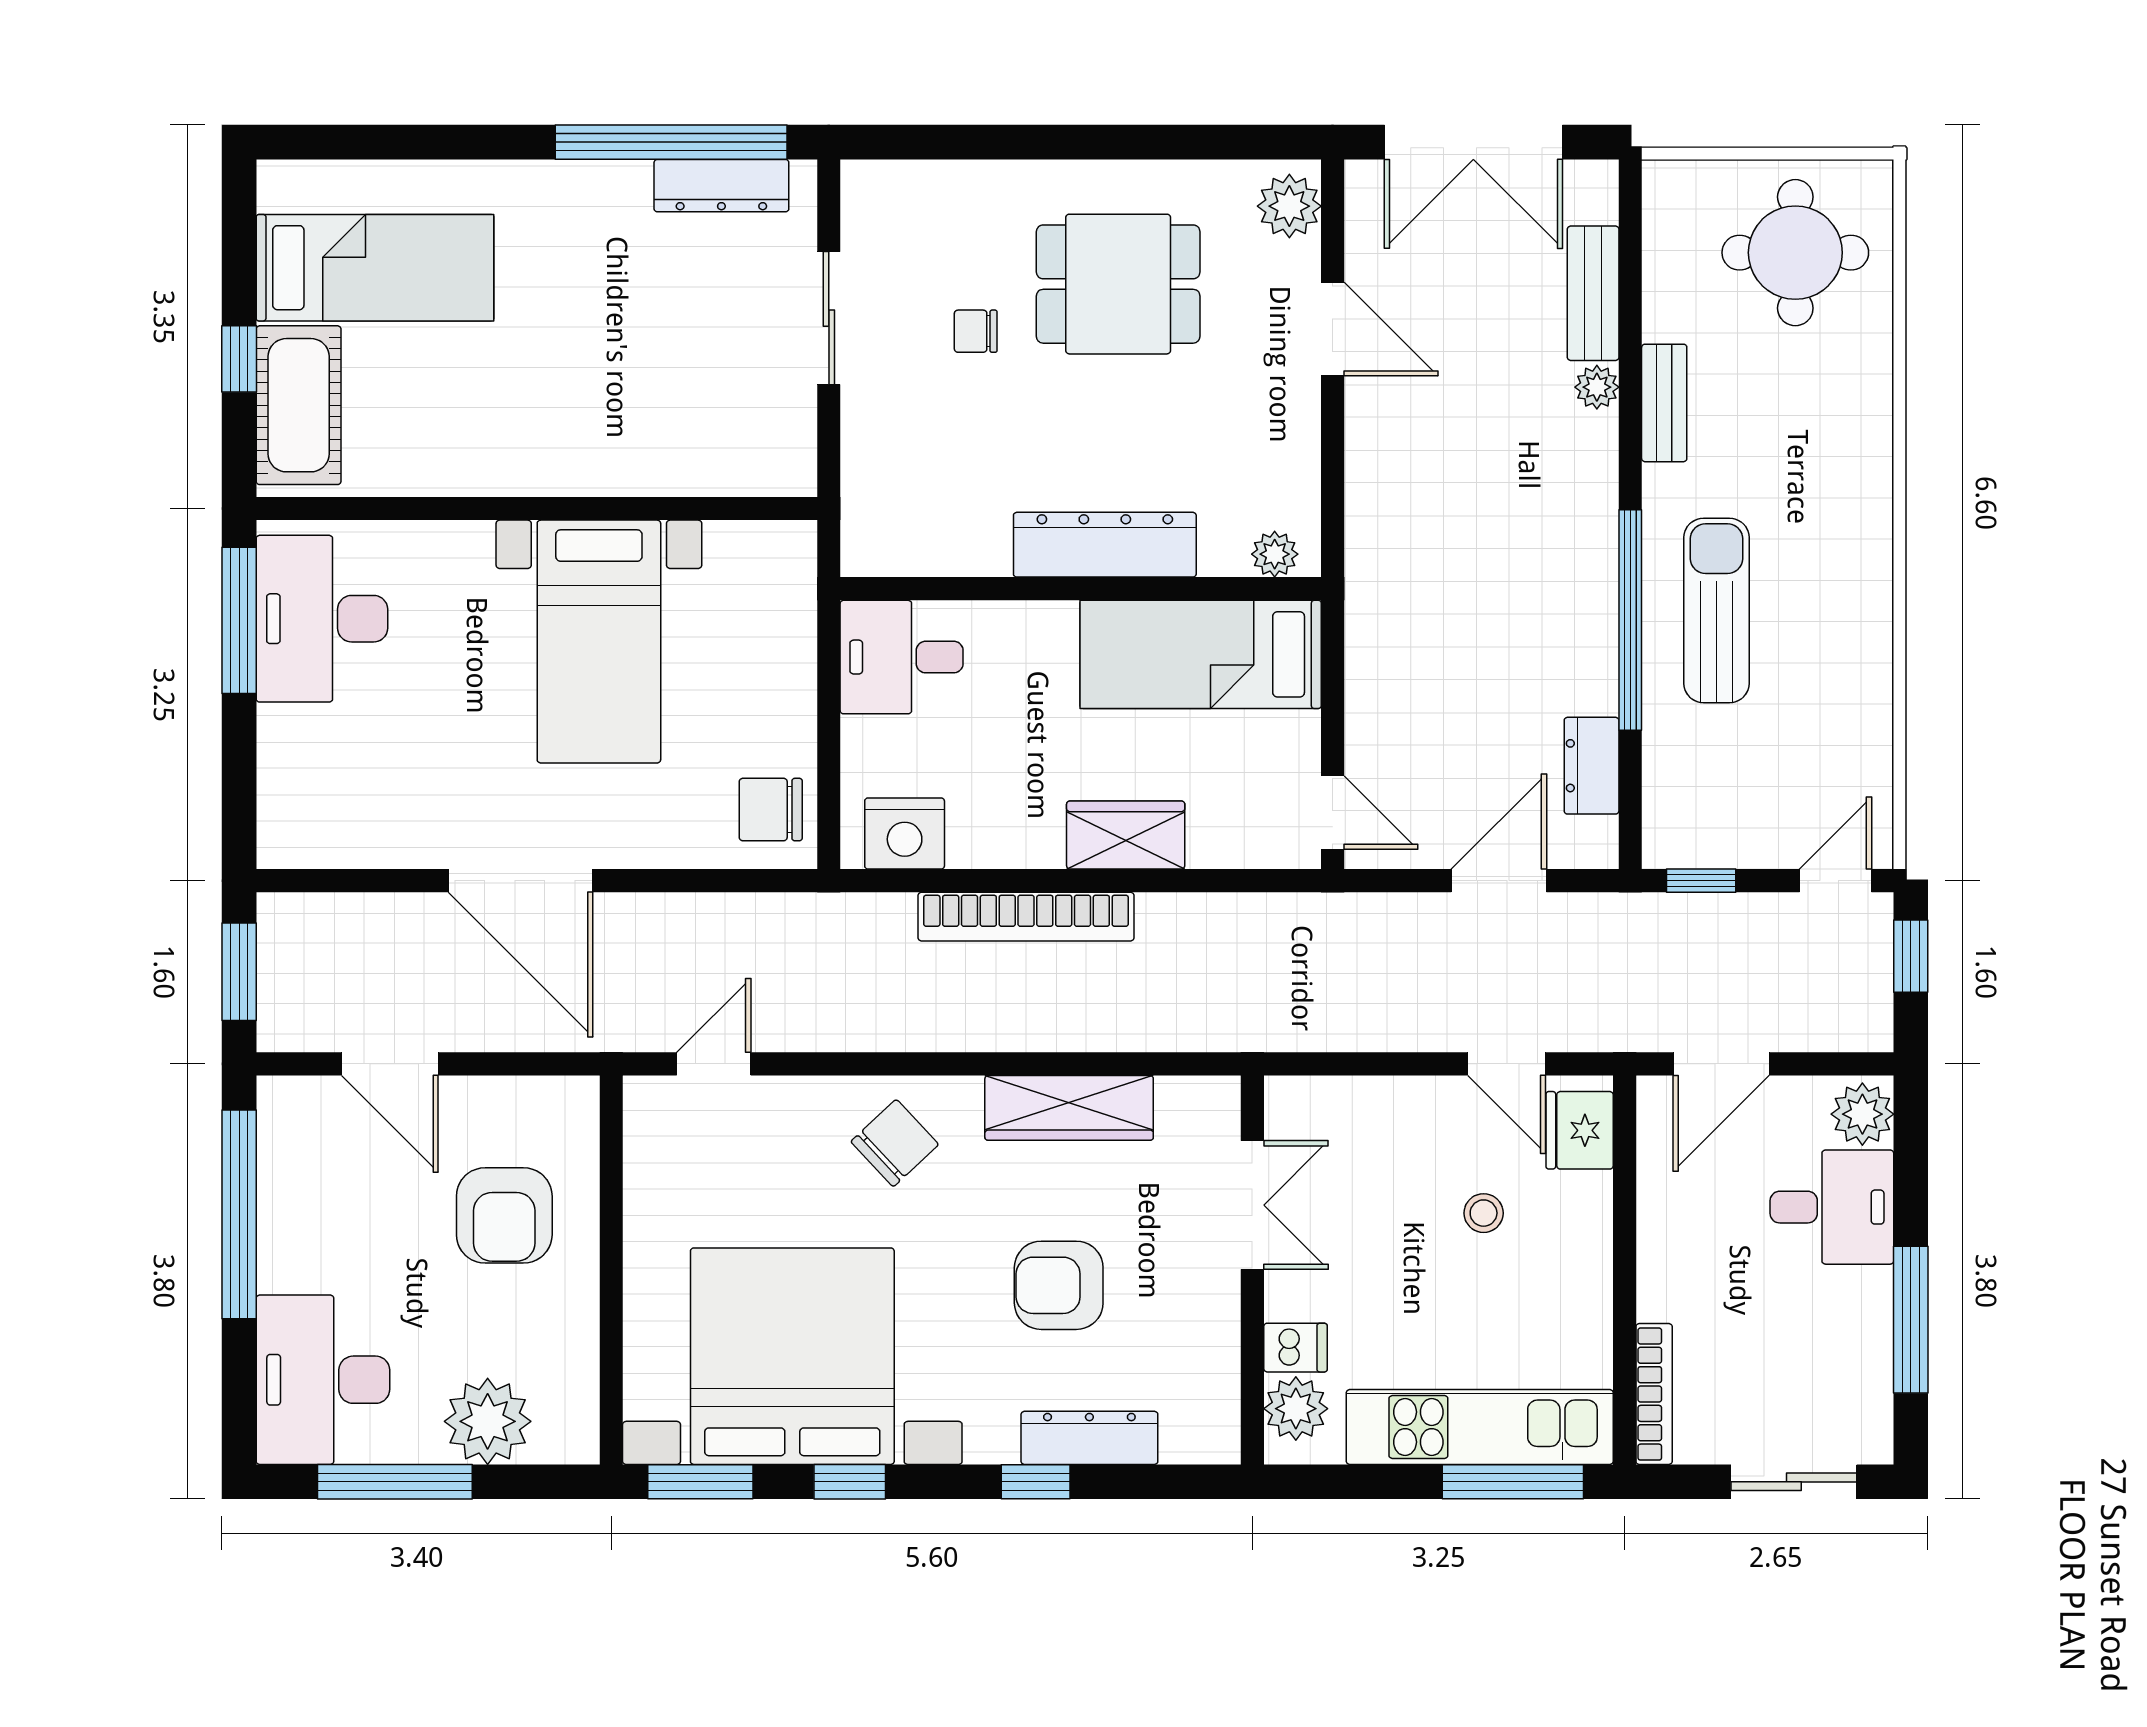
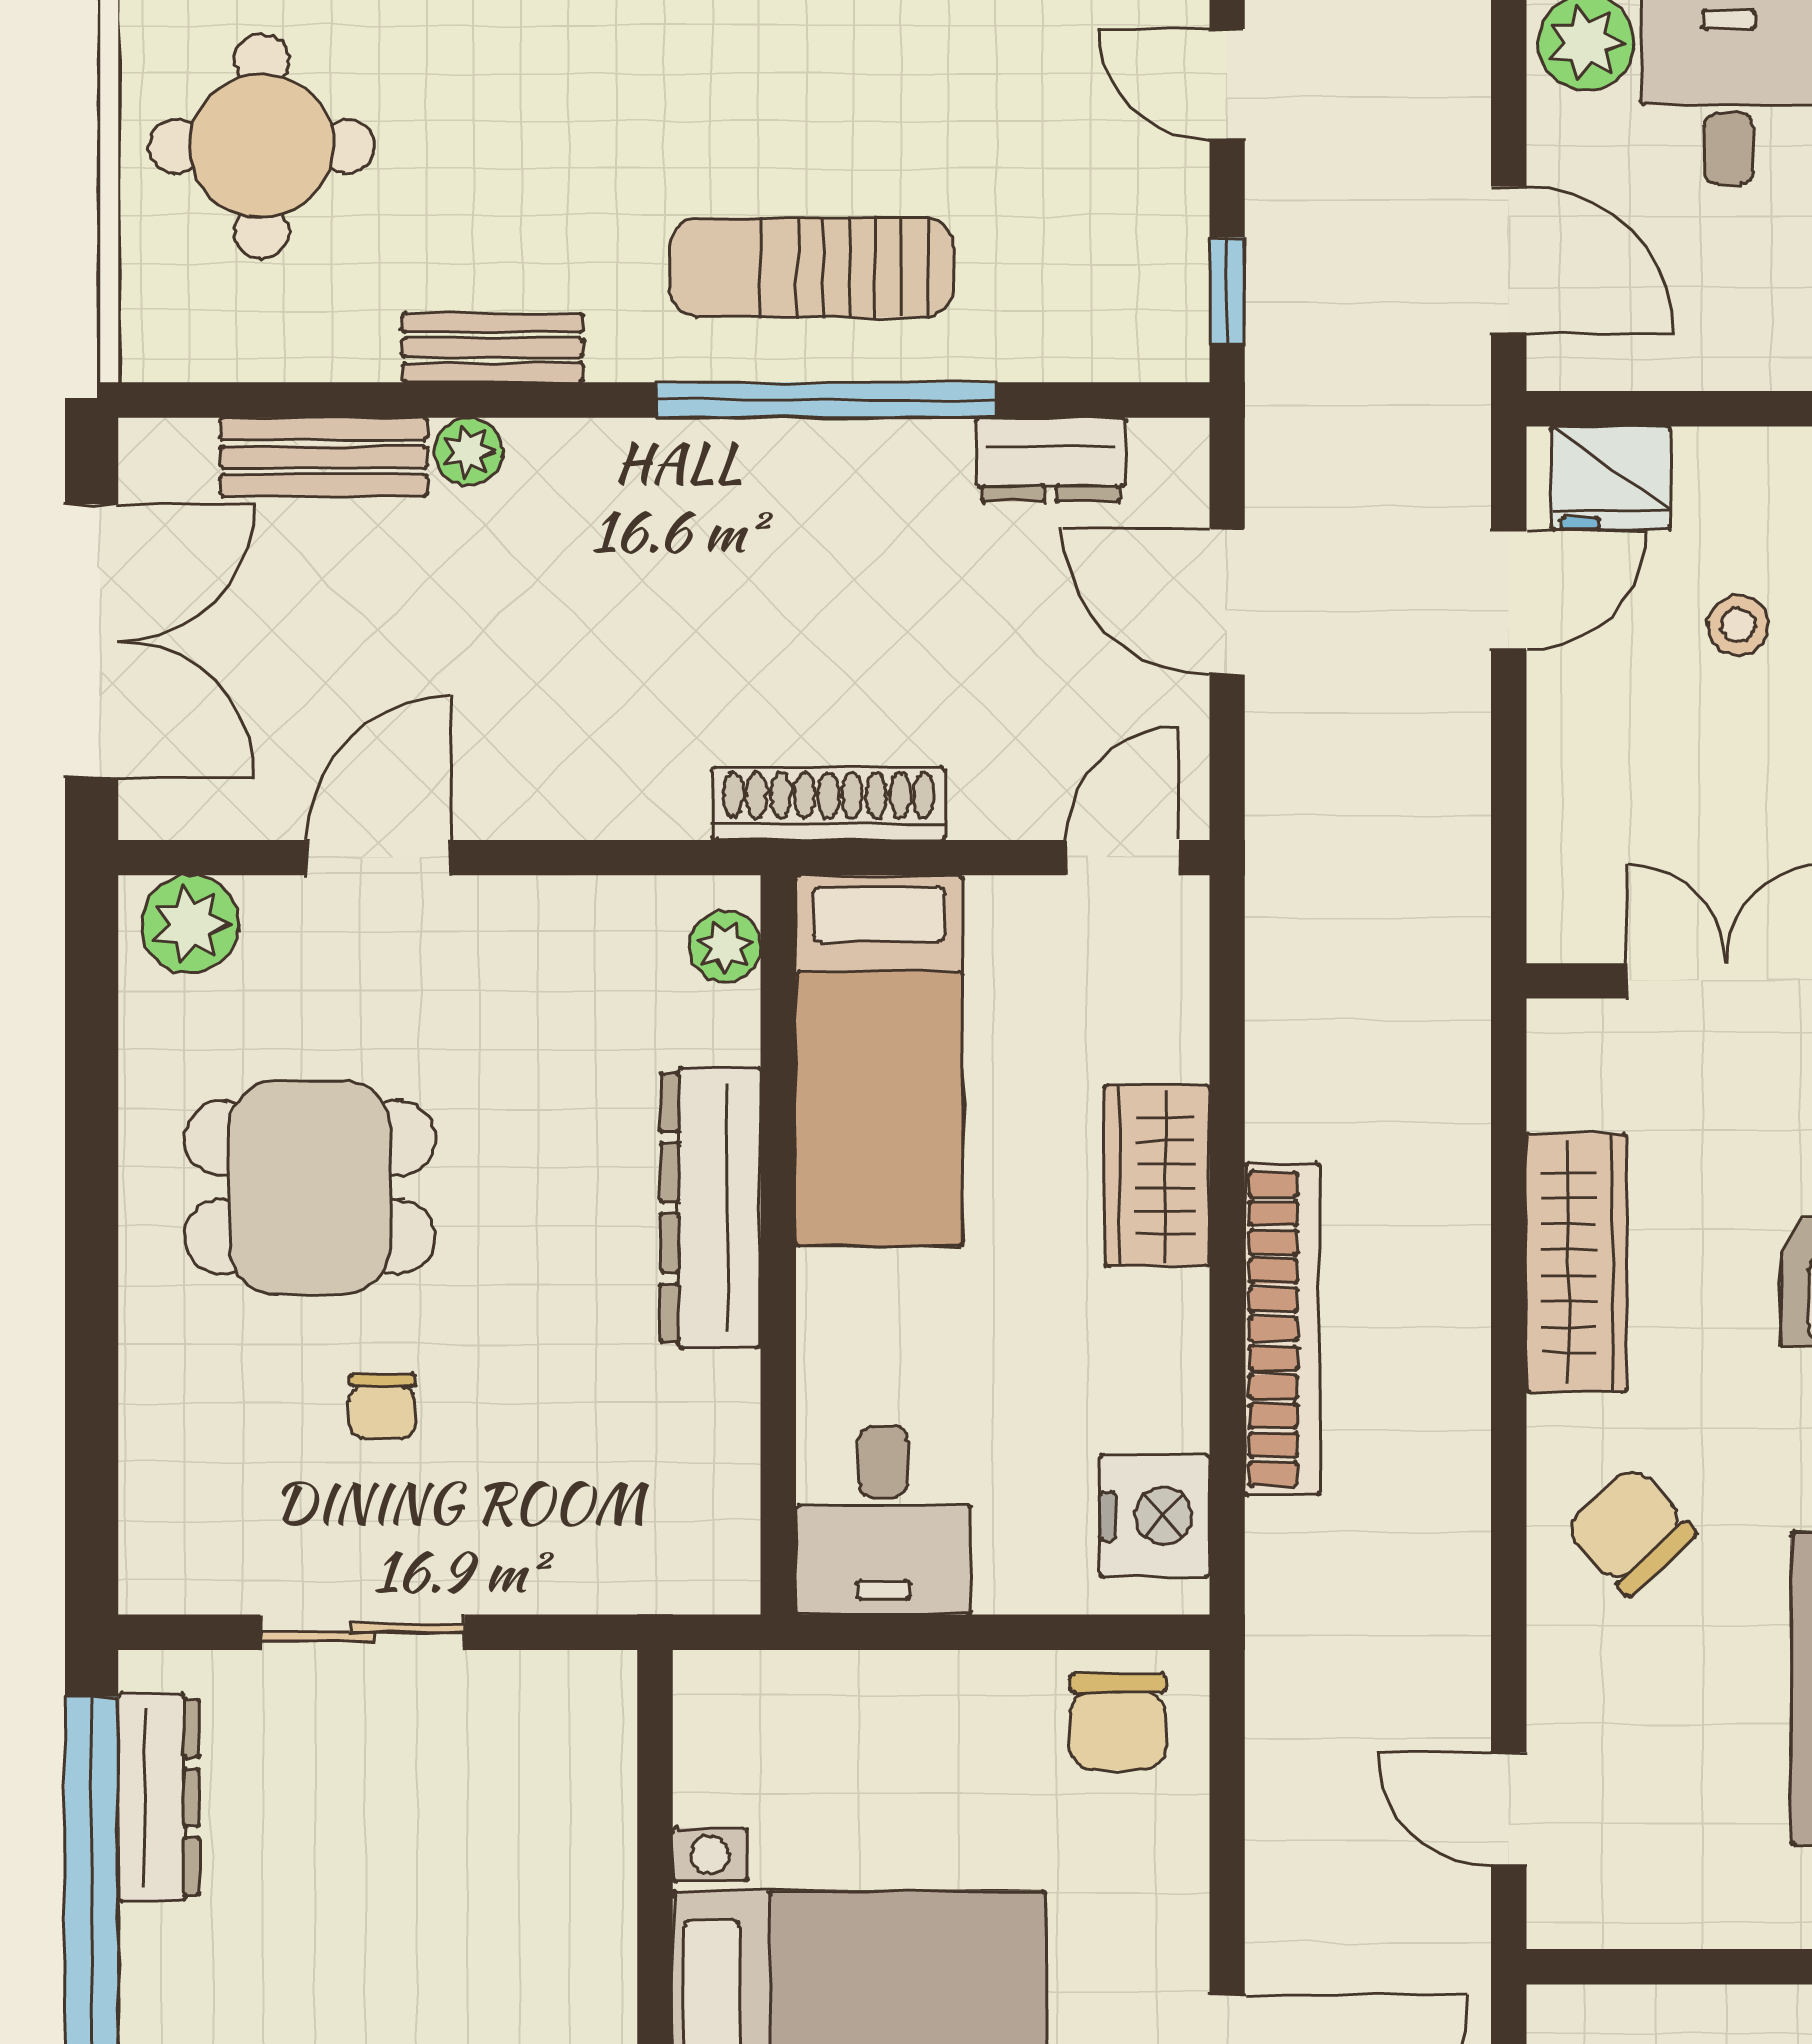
dining table: (1118, 284) -> (310, 1187), turned 90
shoe rack: (1367, 621) -> (828, 804), added

